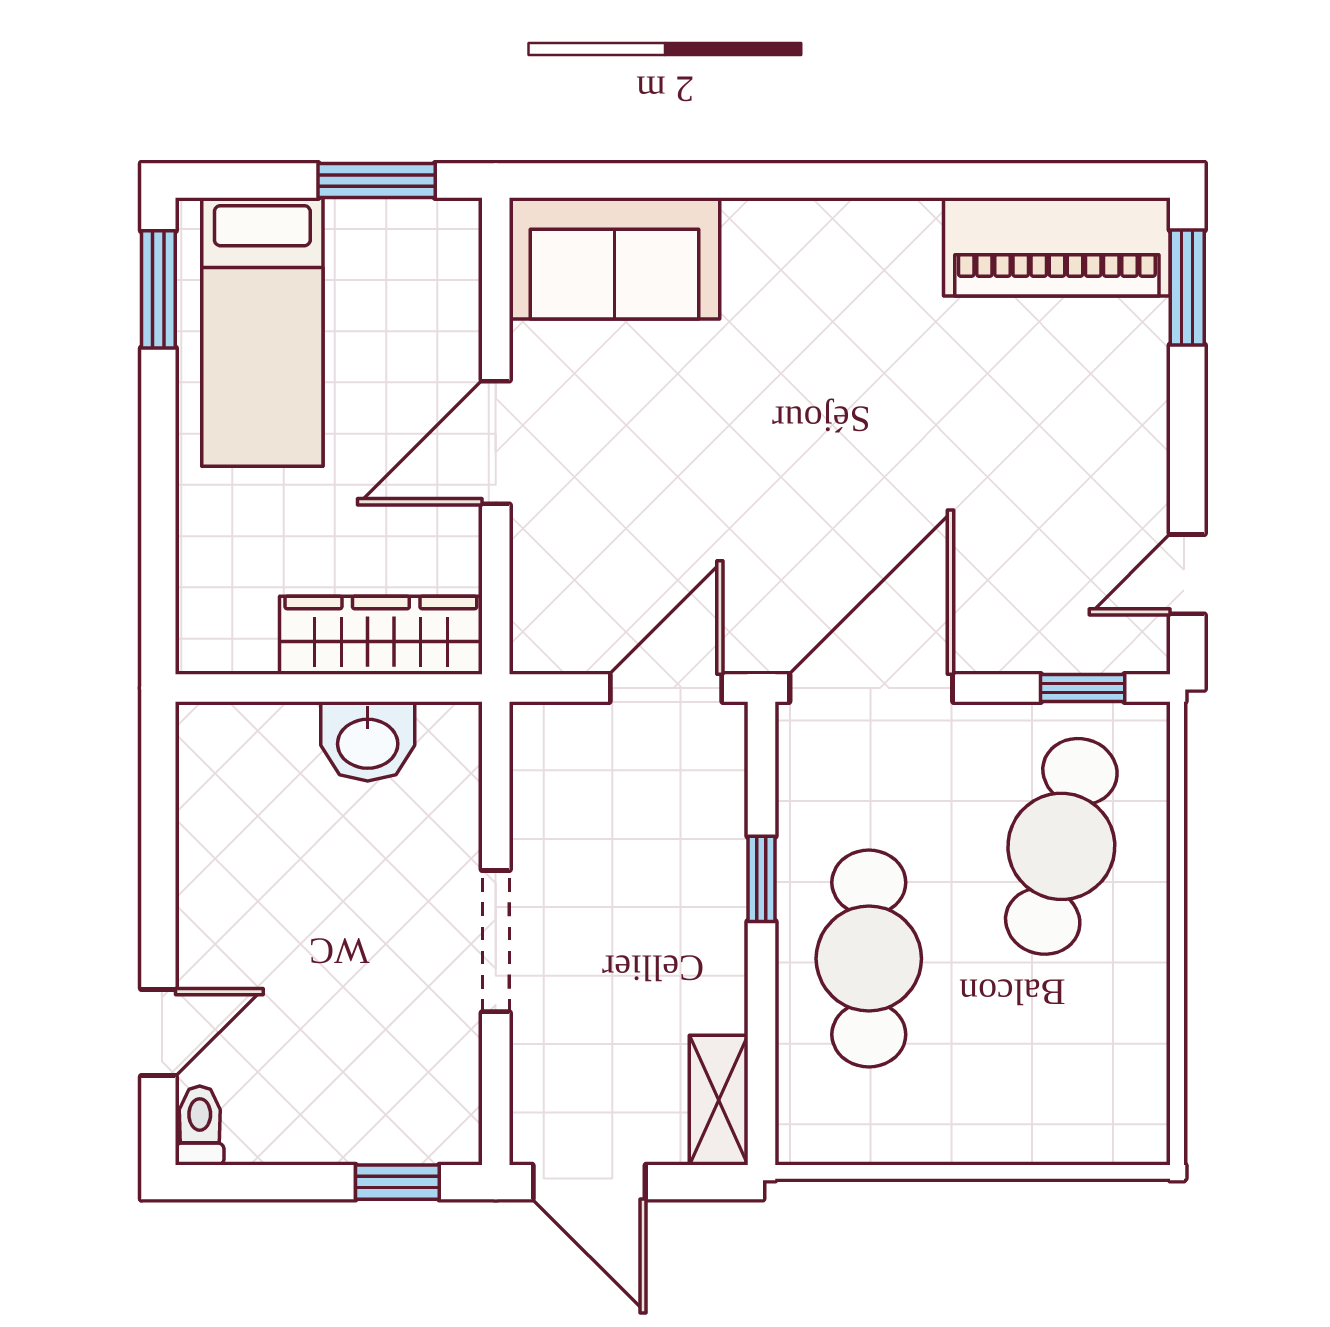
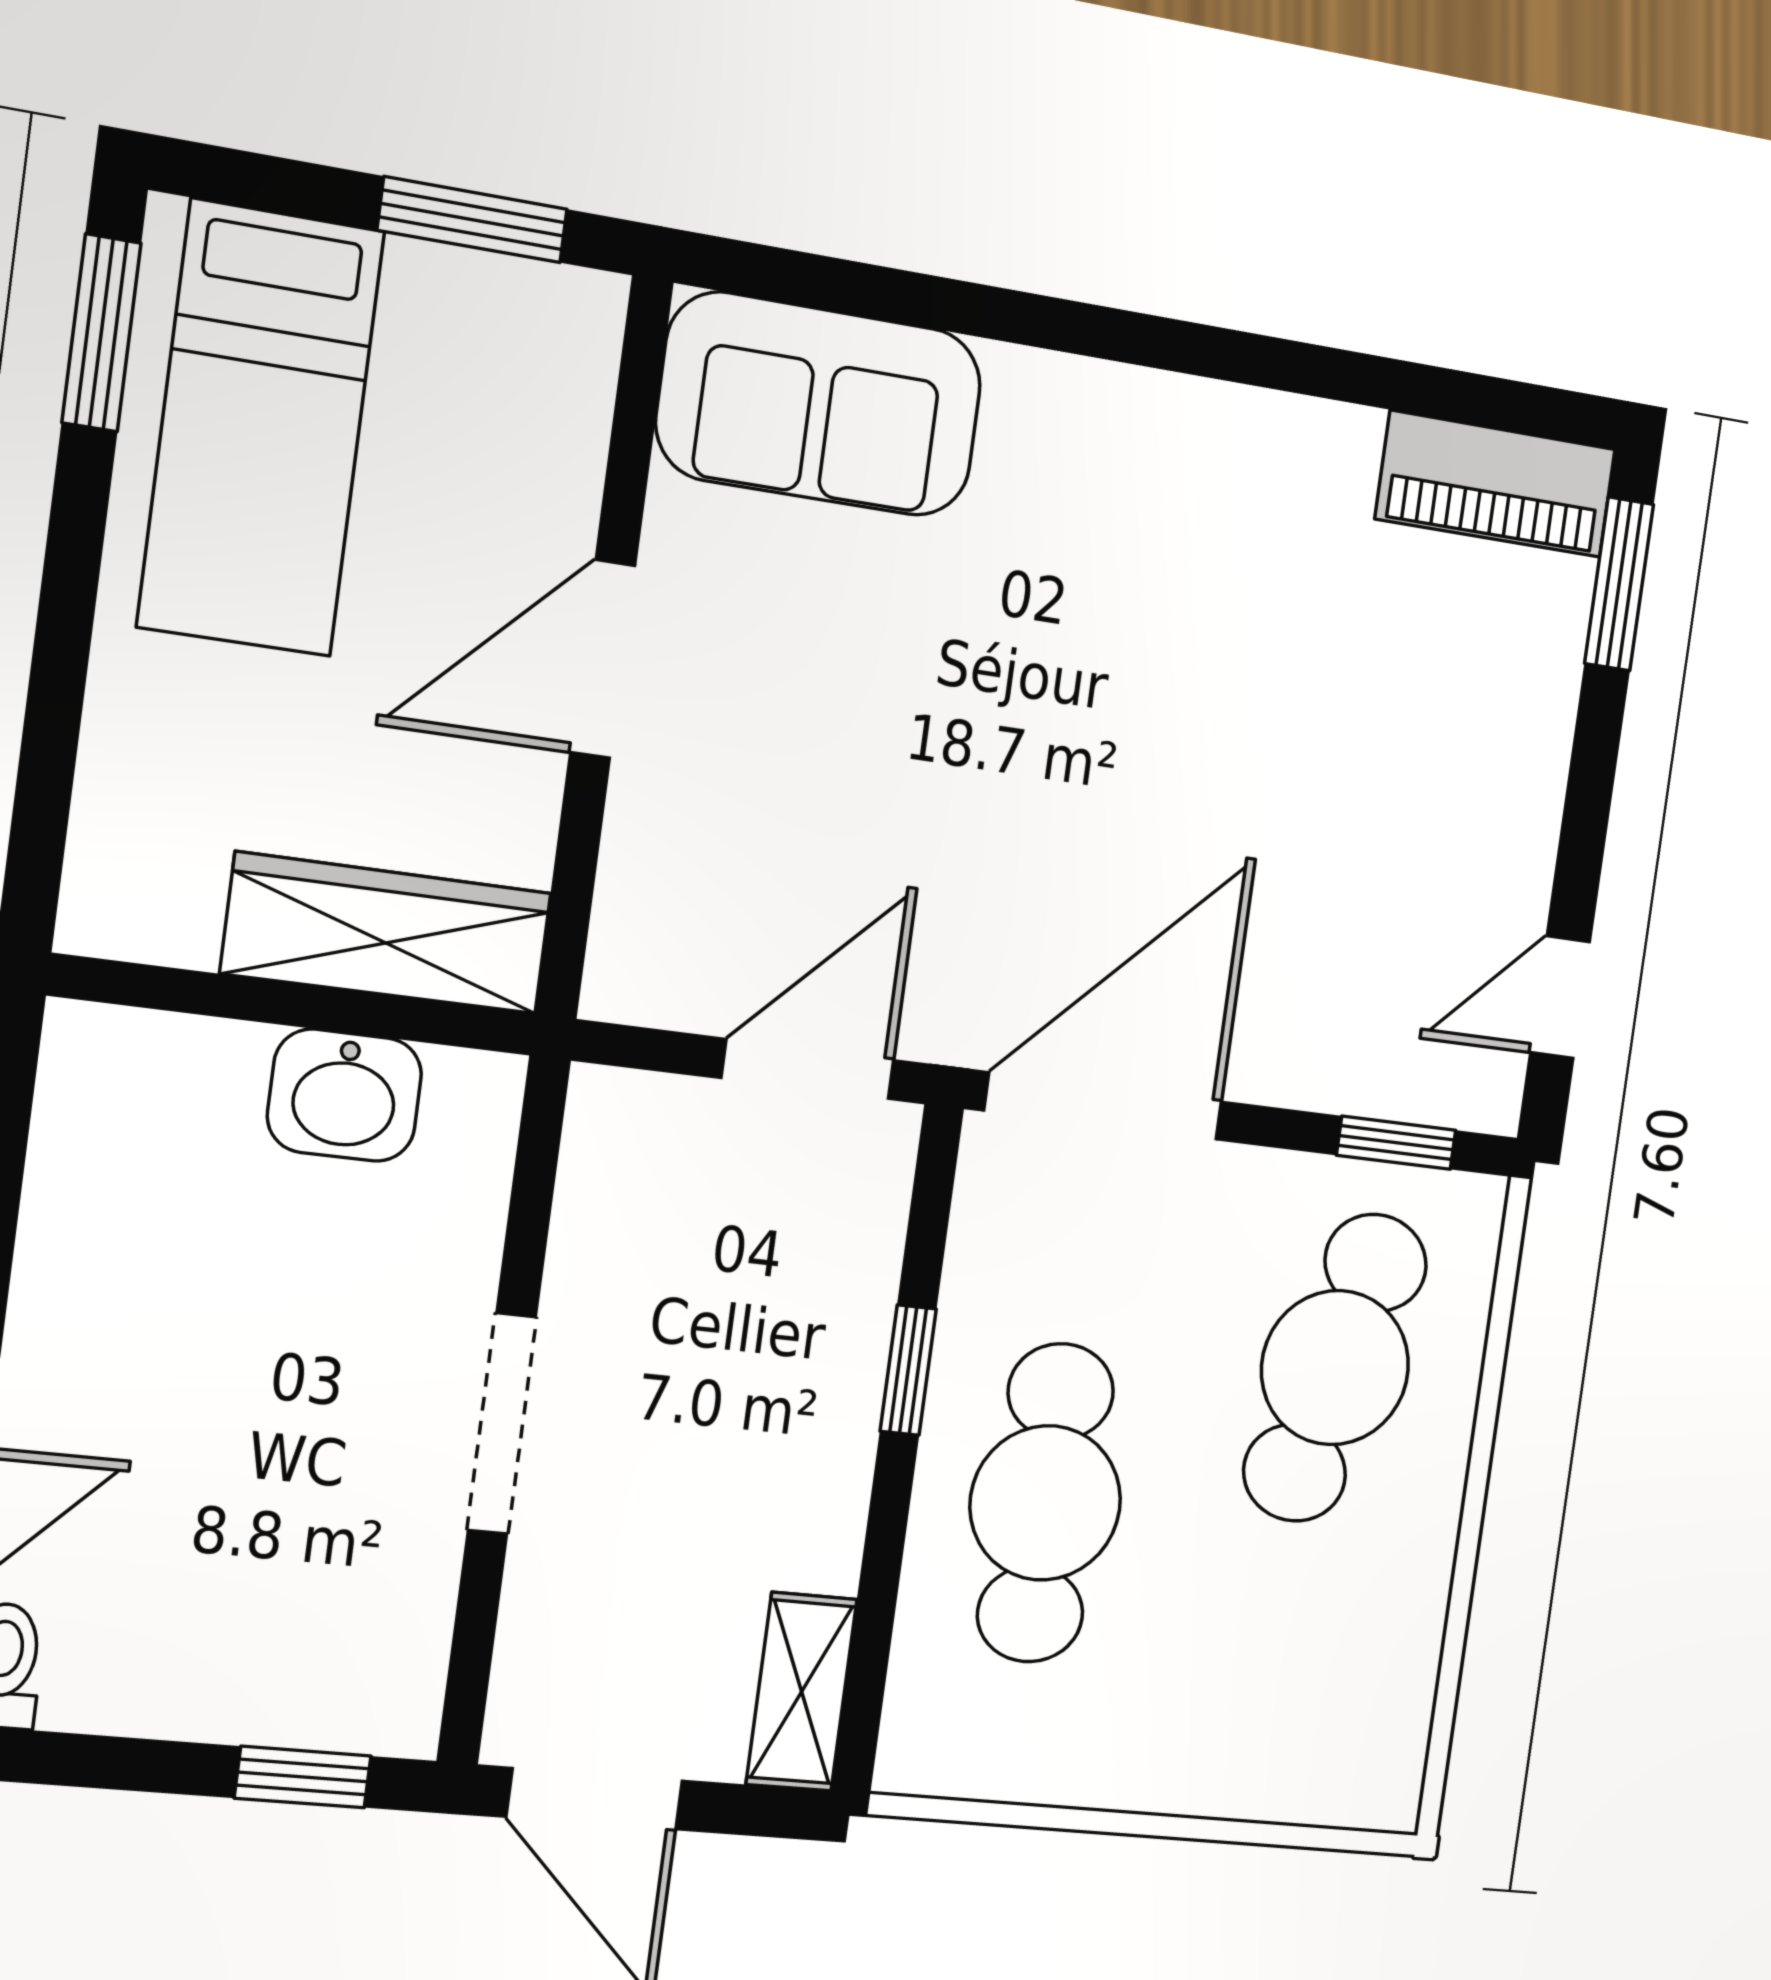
piano: (1057, 247) -> (1496, 484), width x0.73, depth x0.75

